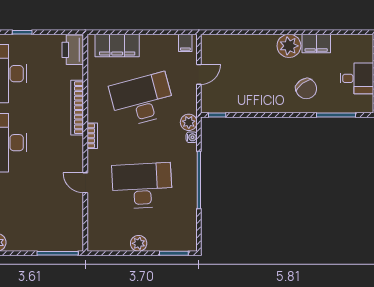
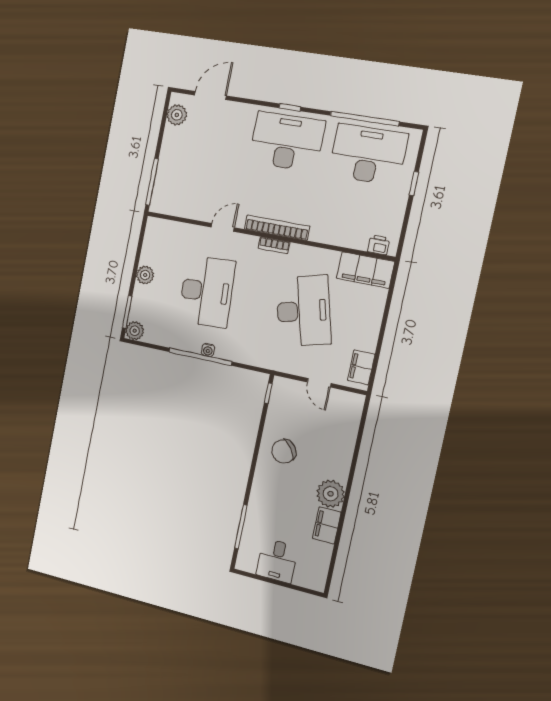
filing cabinet: (185, 43) -> (361, 367), width x2.00
filing cabinet: (117, 45) -> (365, 270), moved, turned -90
printer: (73, 50) -> (379, 245), width x0.53, depth x0.68
chair: (306, 89) -> (284, 451), moved
bookcase: (77, 108) -> (277, 228), moved
plant: (189, 122) -> (135, 331), moved
water cooler: (192, 137) -> (208, 350), moved

